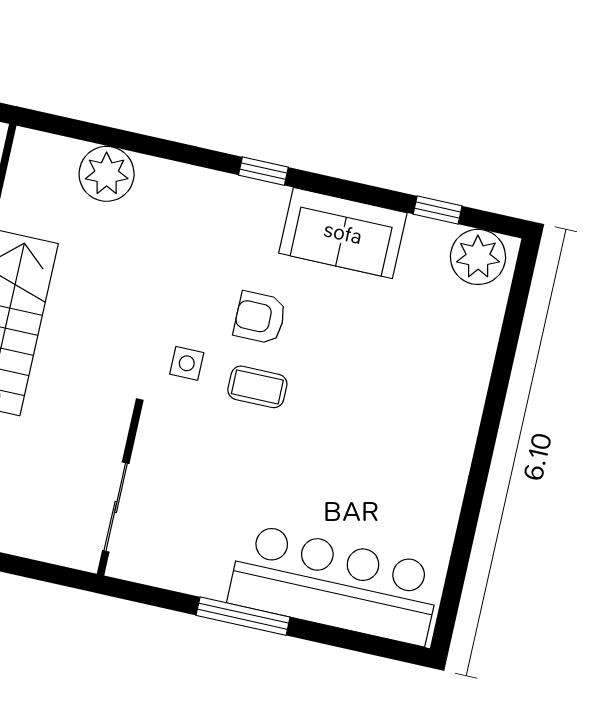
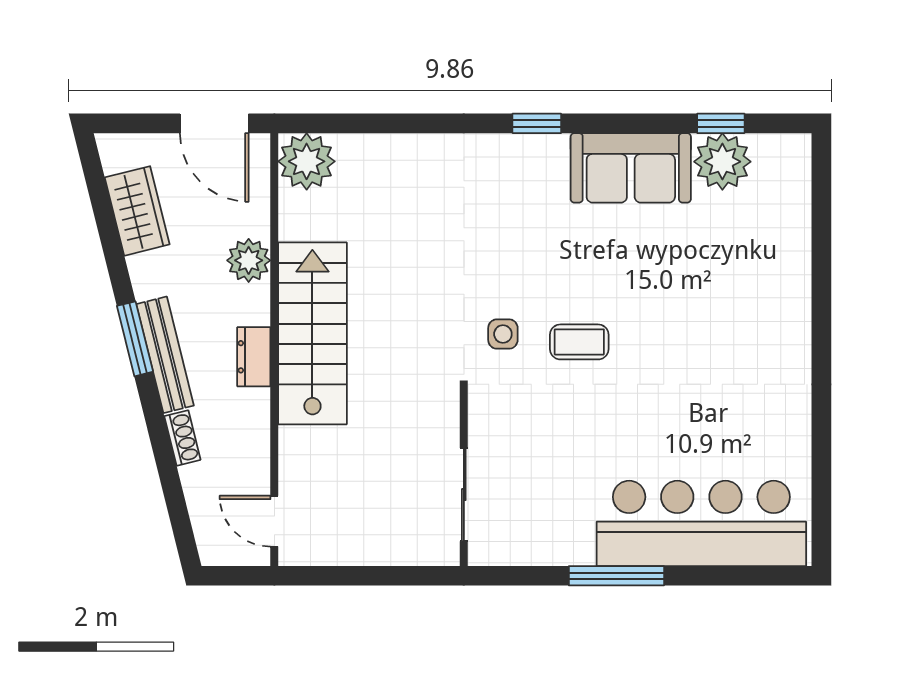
plant: (107, 174) -> (307, 161), moved
plant: (478, 257) -> (722, 162), moved
armchair: (260, 318) -> (566, 272), removed

